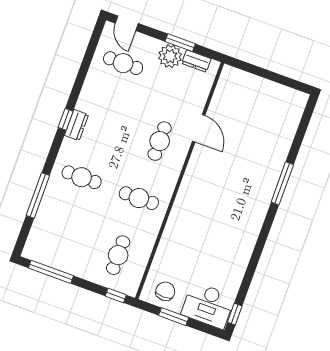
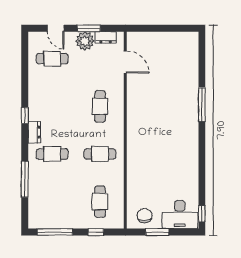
door: (127, 23) -> (56, 28), moved
dresser: (76, 125) -> (34, 132), moved
door: (199, 128) -> (125, 62), moved
window: (116, 295) -> (96, 232), moved

